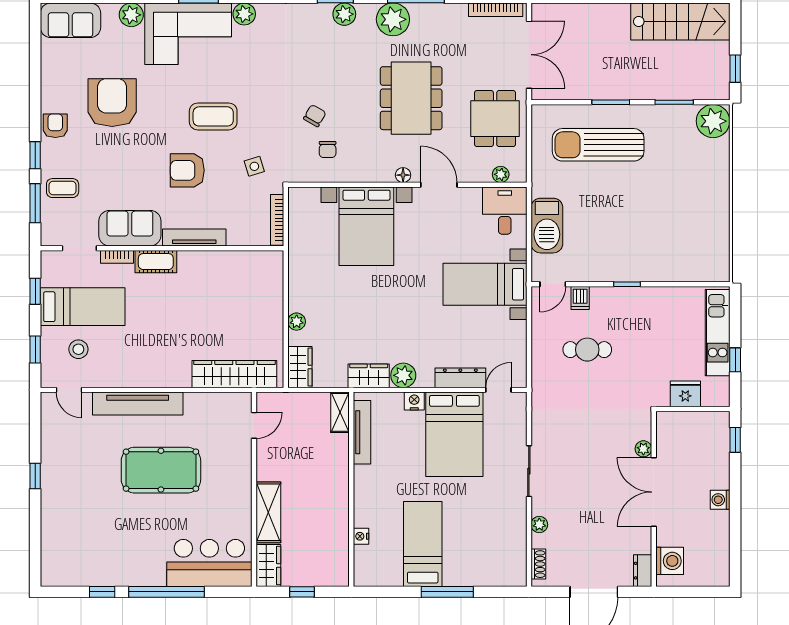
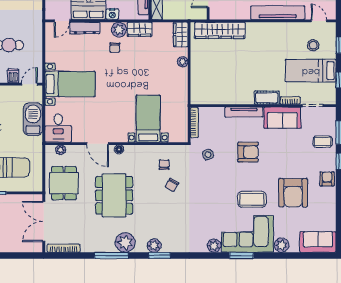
coffee table: (213, 116) -> (252, 199), moved
armchair: (55, 126) -> (327, 179), turned 180
bed with nightstands: (366, 226) -> (148, 119), width x0.73
chair: (410, 345) -> (115, 48), added

